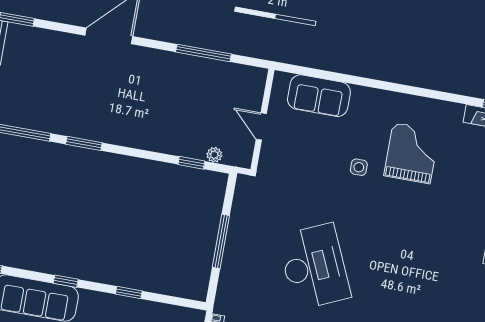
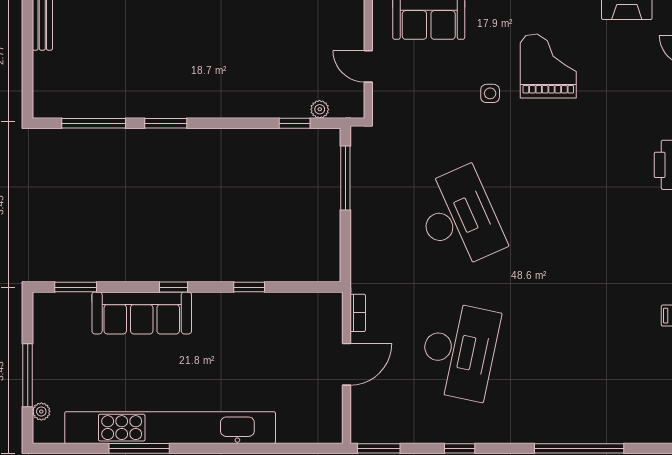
window: (221, 241) -> (345, 178), moved

